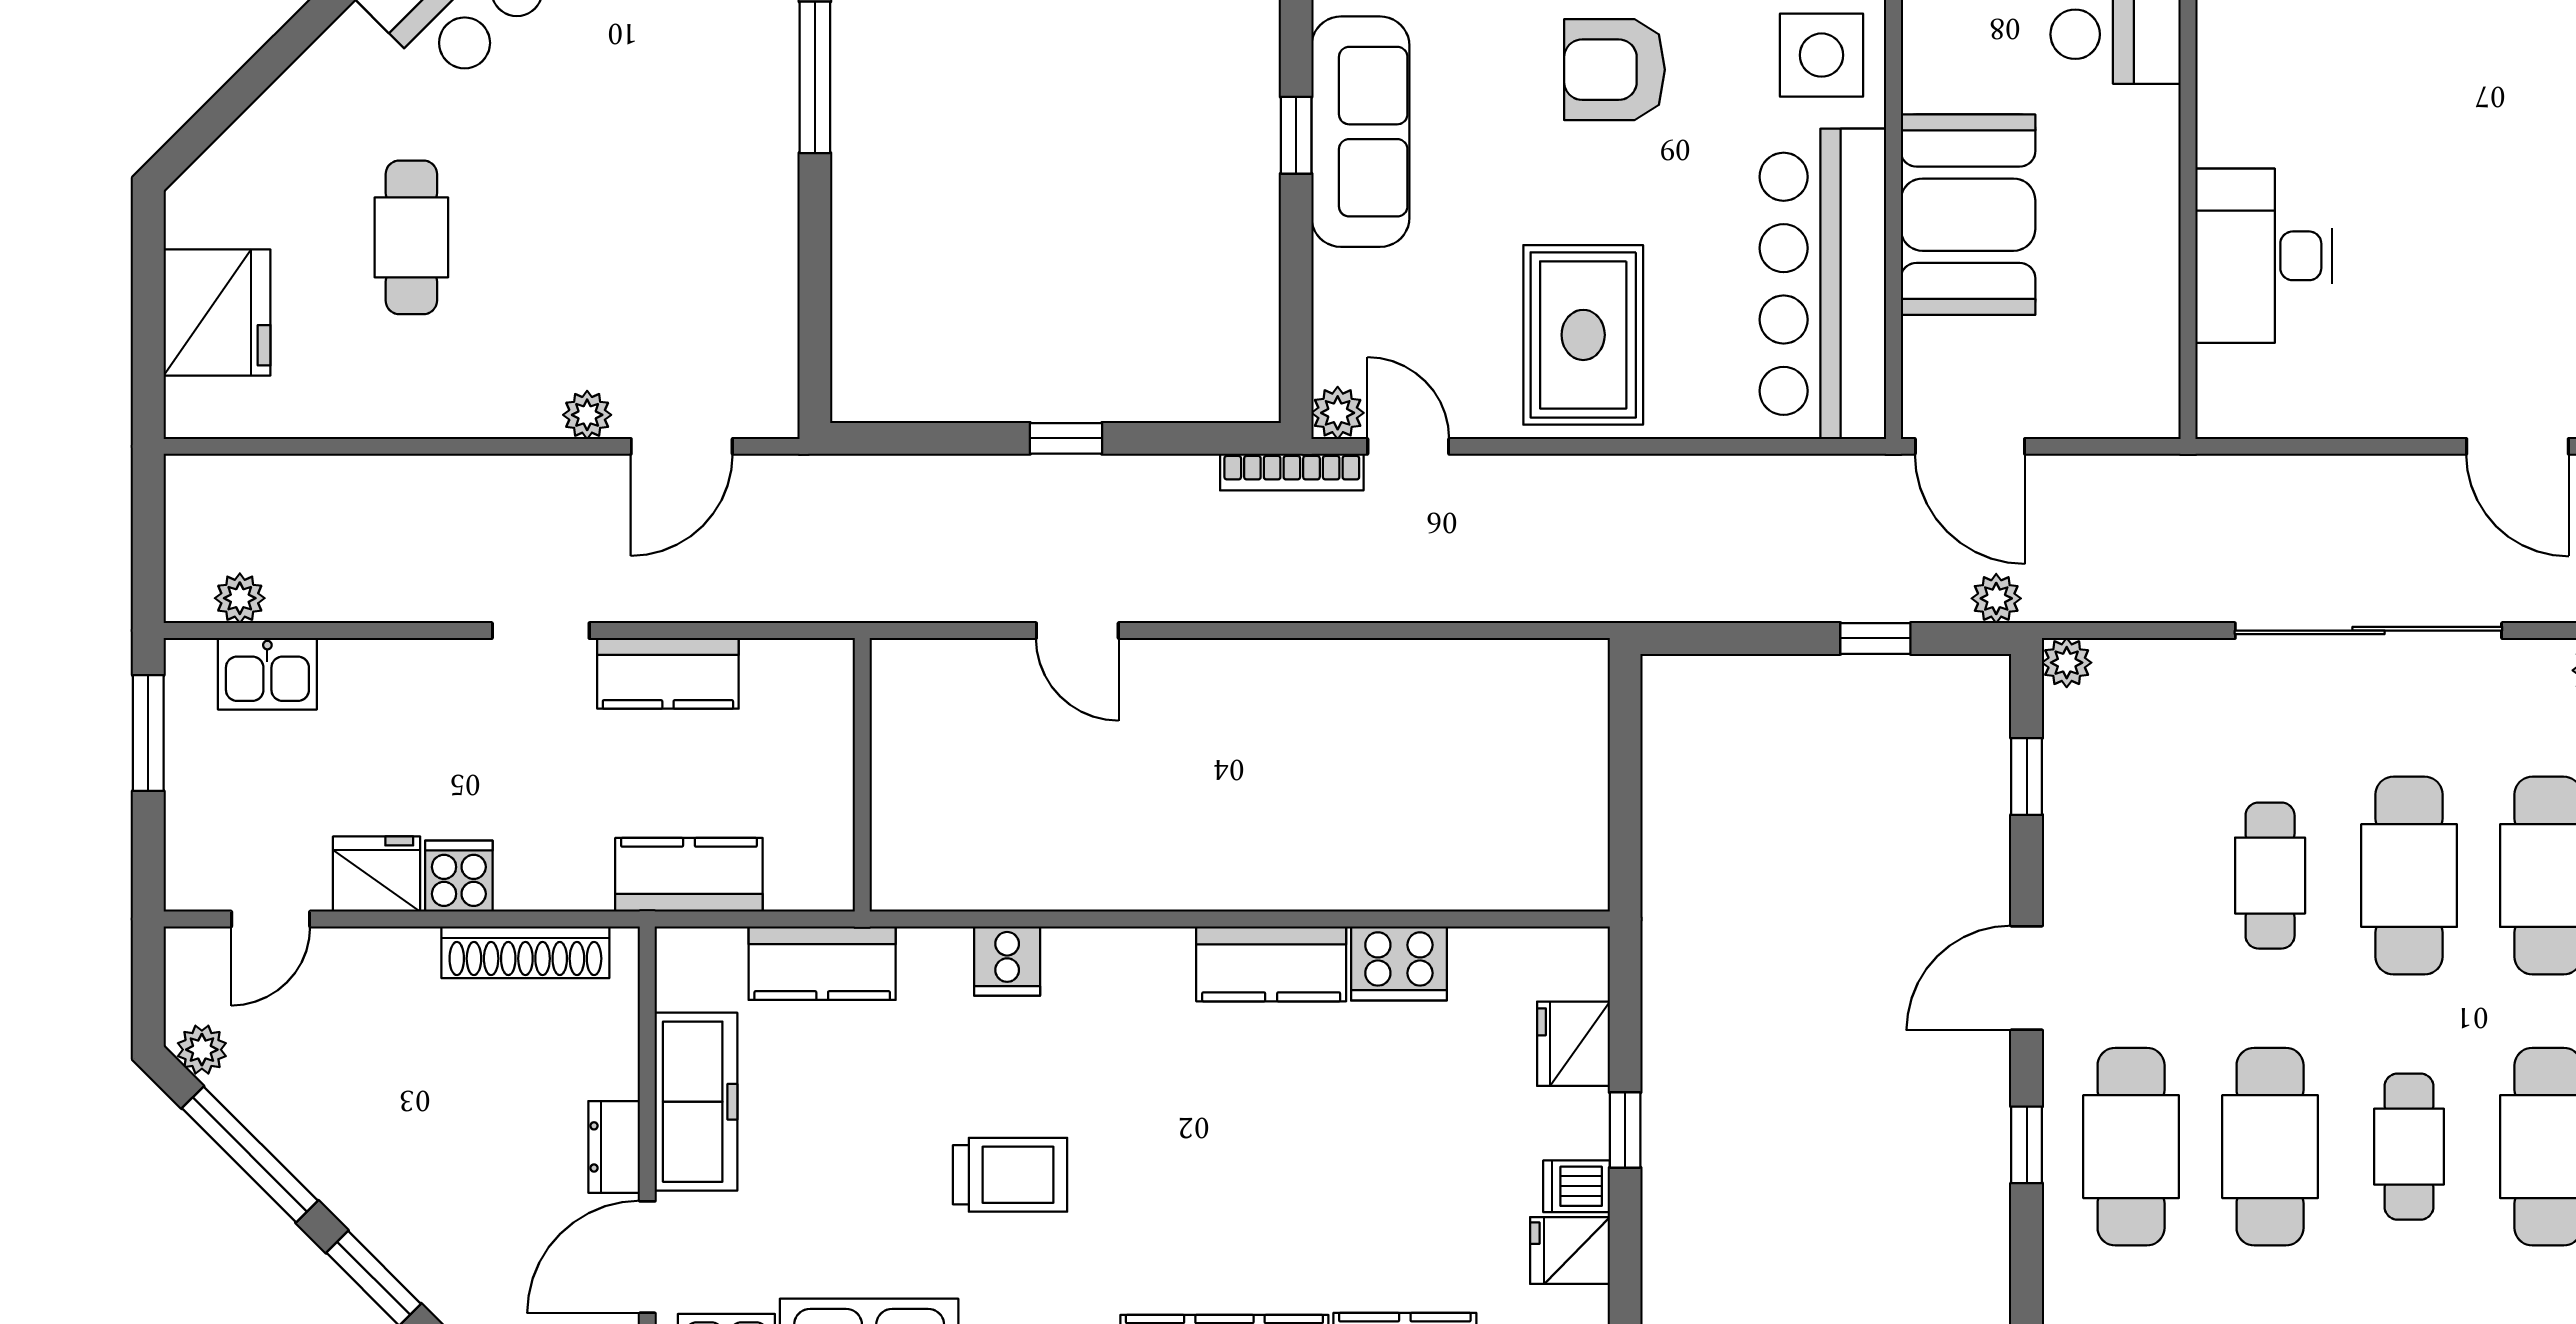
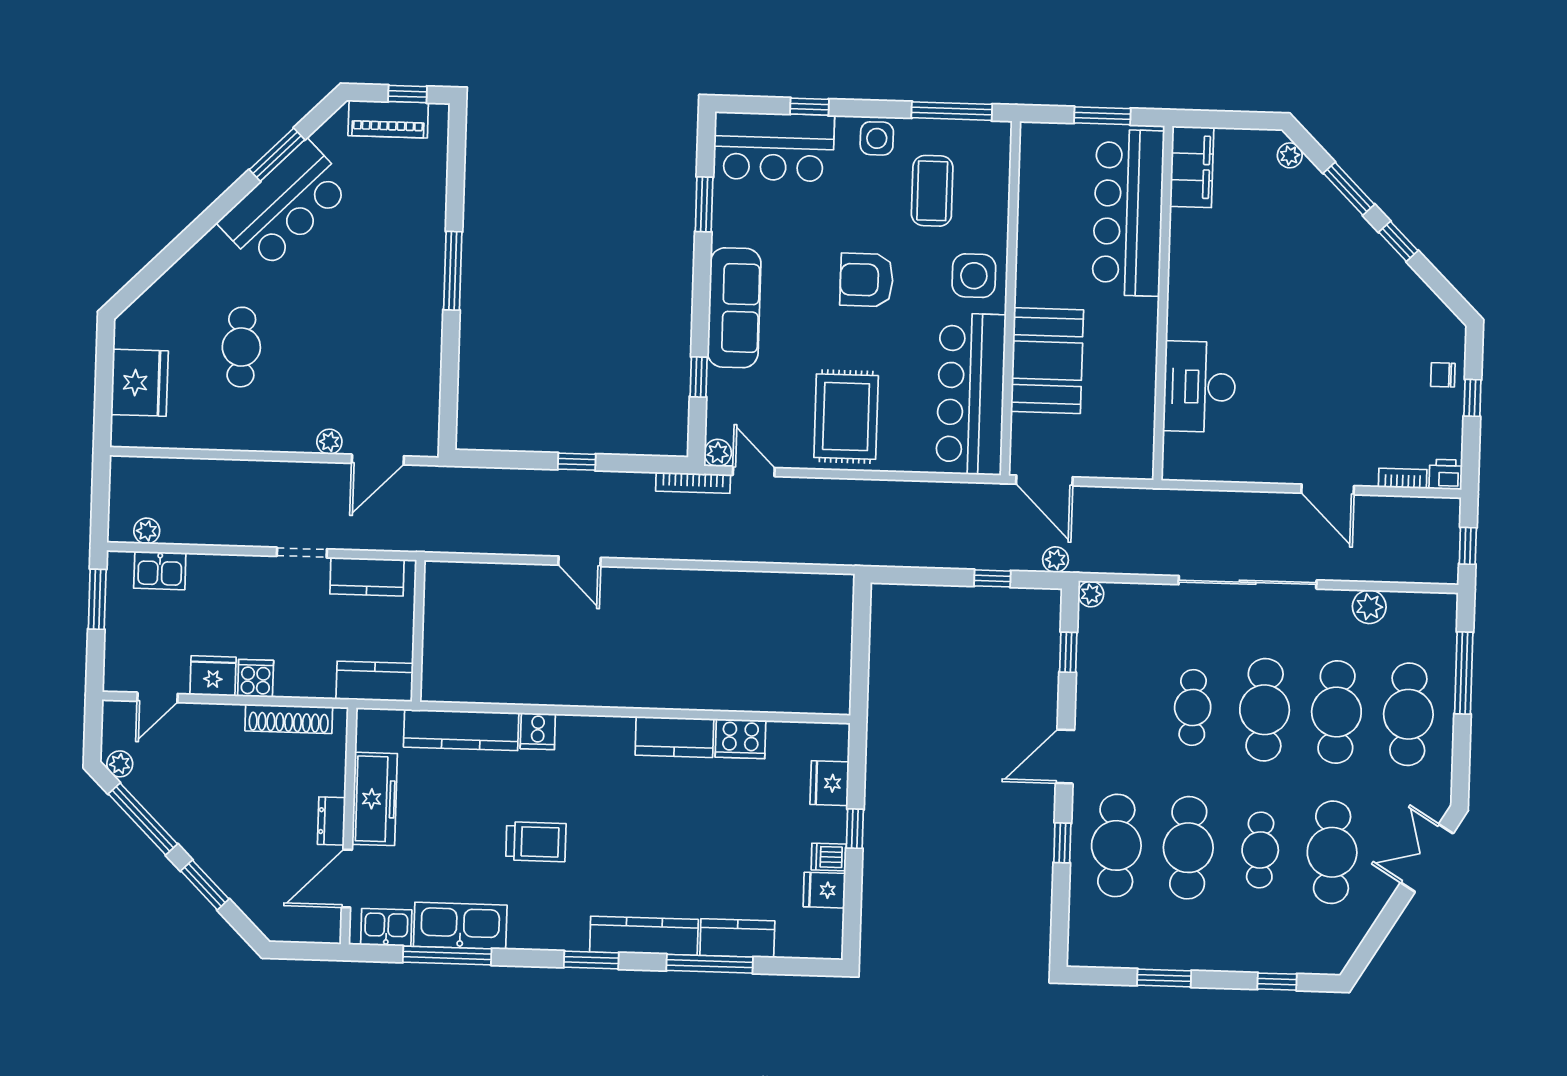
window: (1296, 135) -> (699, 377), moved
wall: (862, 775) -> (418, 631), moved
kitchen counter: (822, 963) -> (461, 730), width x1.50

